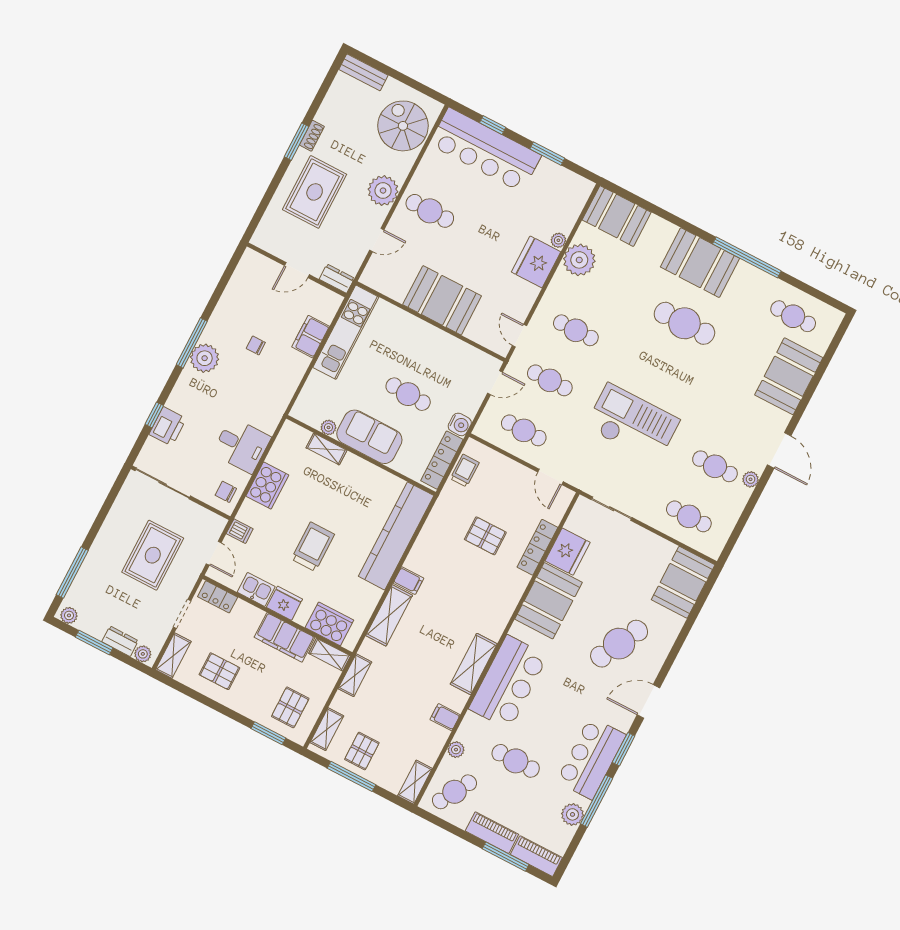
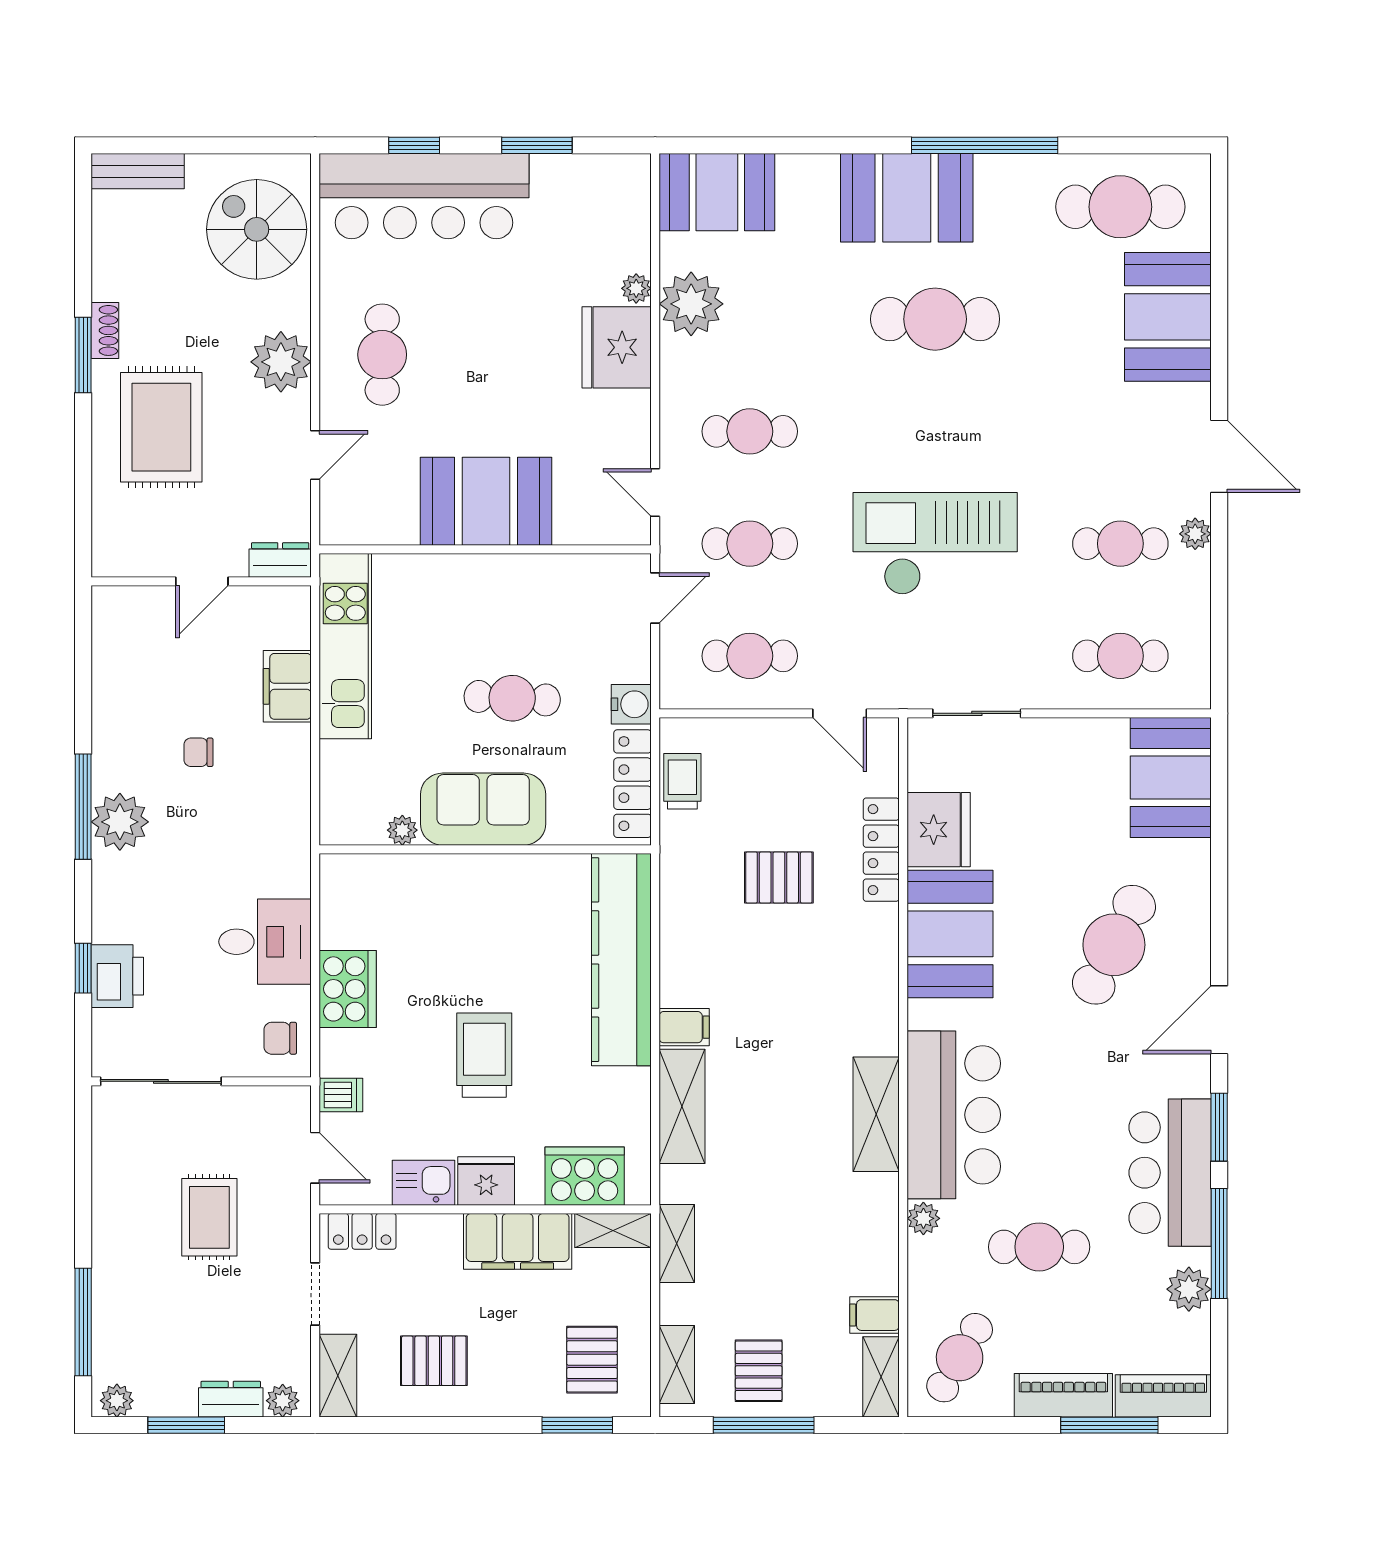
cafe table: (430, 211) -> (382, 355), turned 90
cafe table: (793, 316) -> (1120, 207), width x1.37, depth x1.35
shelving: (326, 449) -> (419, 870), removed
rug: (153, 555) -> (209, 1217), width x0.73, depth x0.70
filing cabinet: (445, 717) -> (874, 1315), moved
plant: (456, 750) -> (923, 1218), moved

